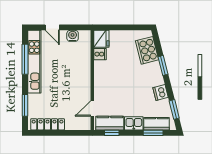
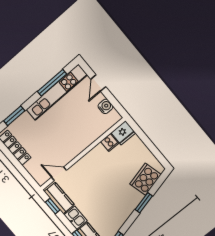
dishwasher: (160, 92) -> (119, 219), removed

